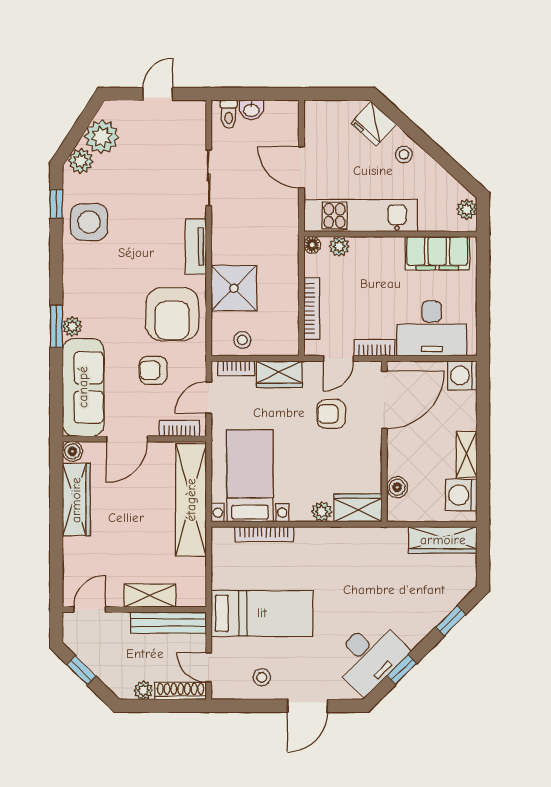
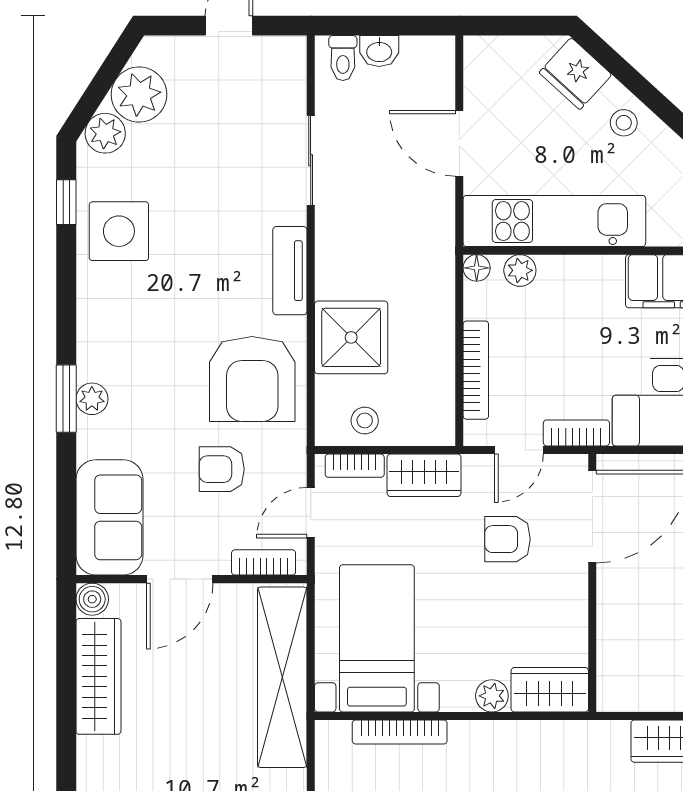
sofa: (83, 387) -> (109, 517), width x0.73
boiler: (397, 487) -> (613, 657), removed

